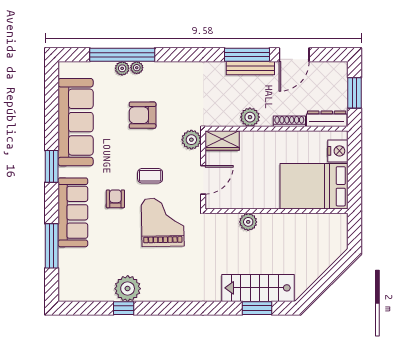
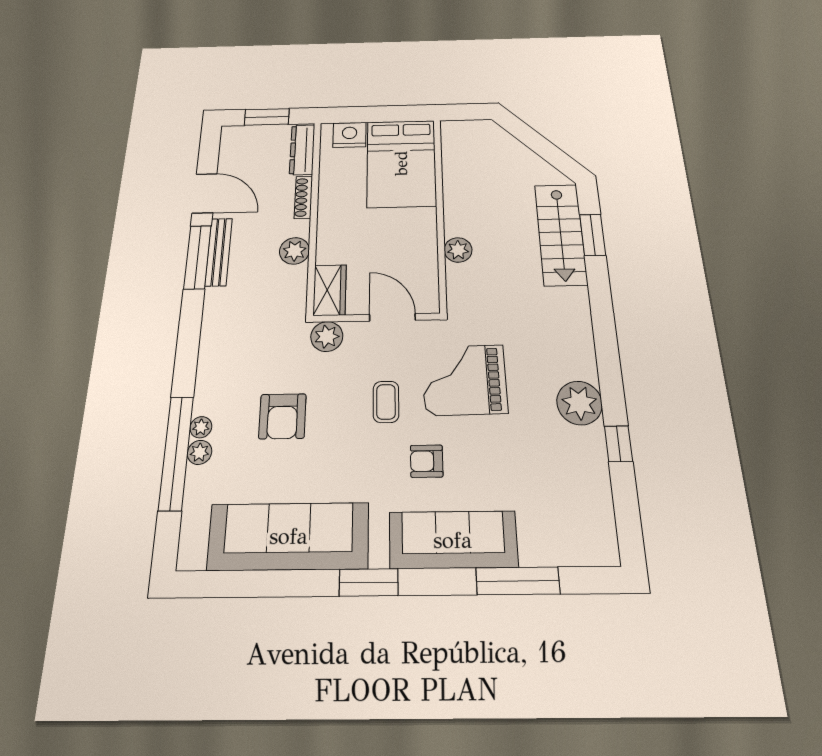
plant: (128, 289) -> (579, 403), moved

